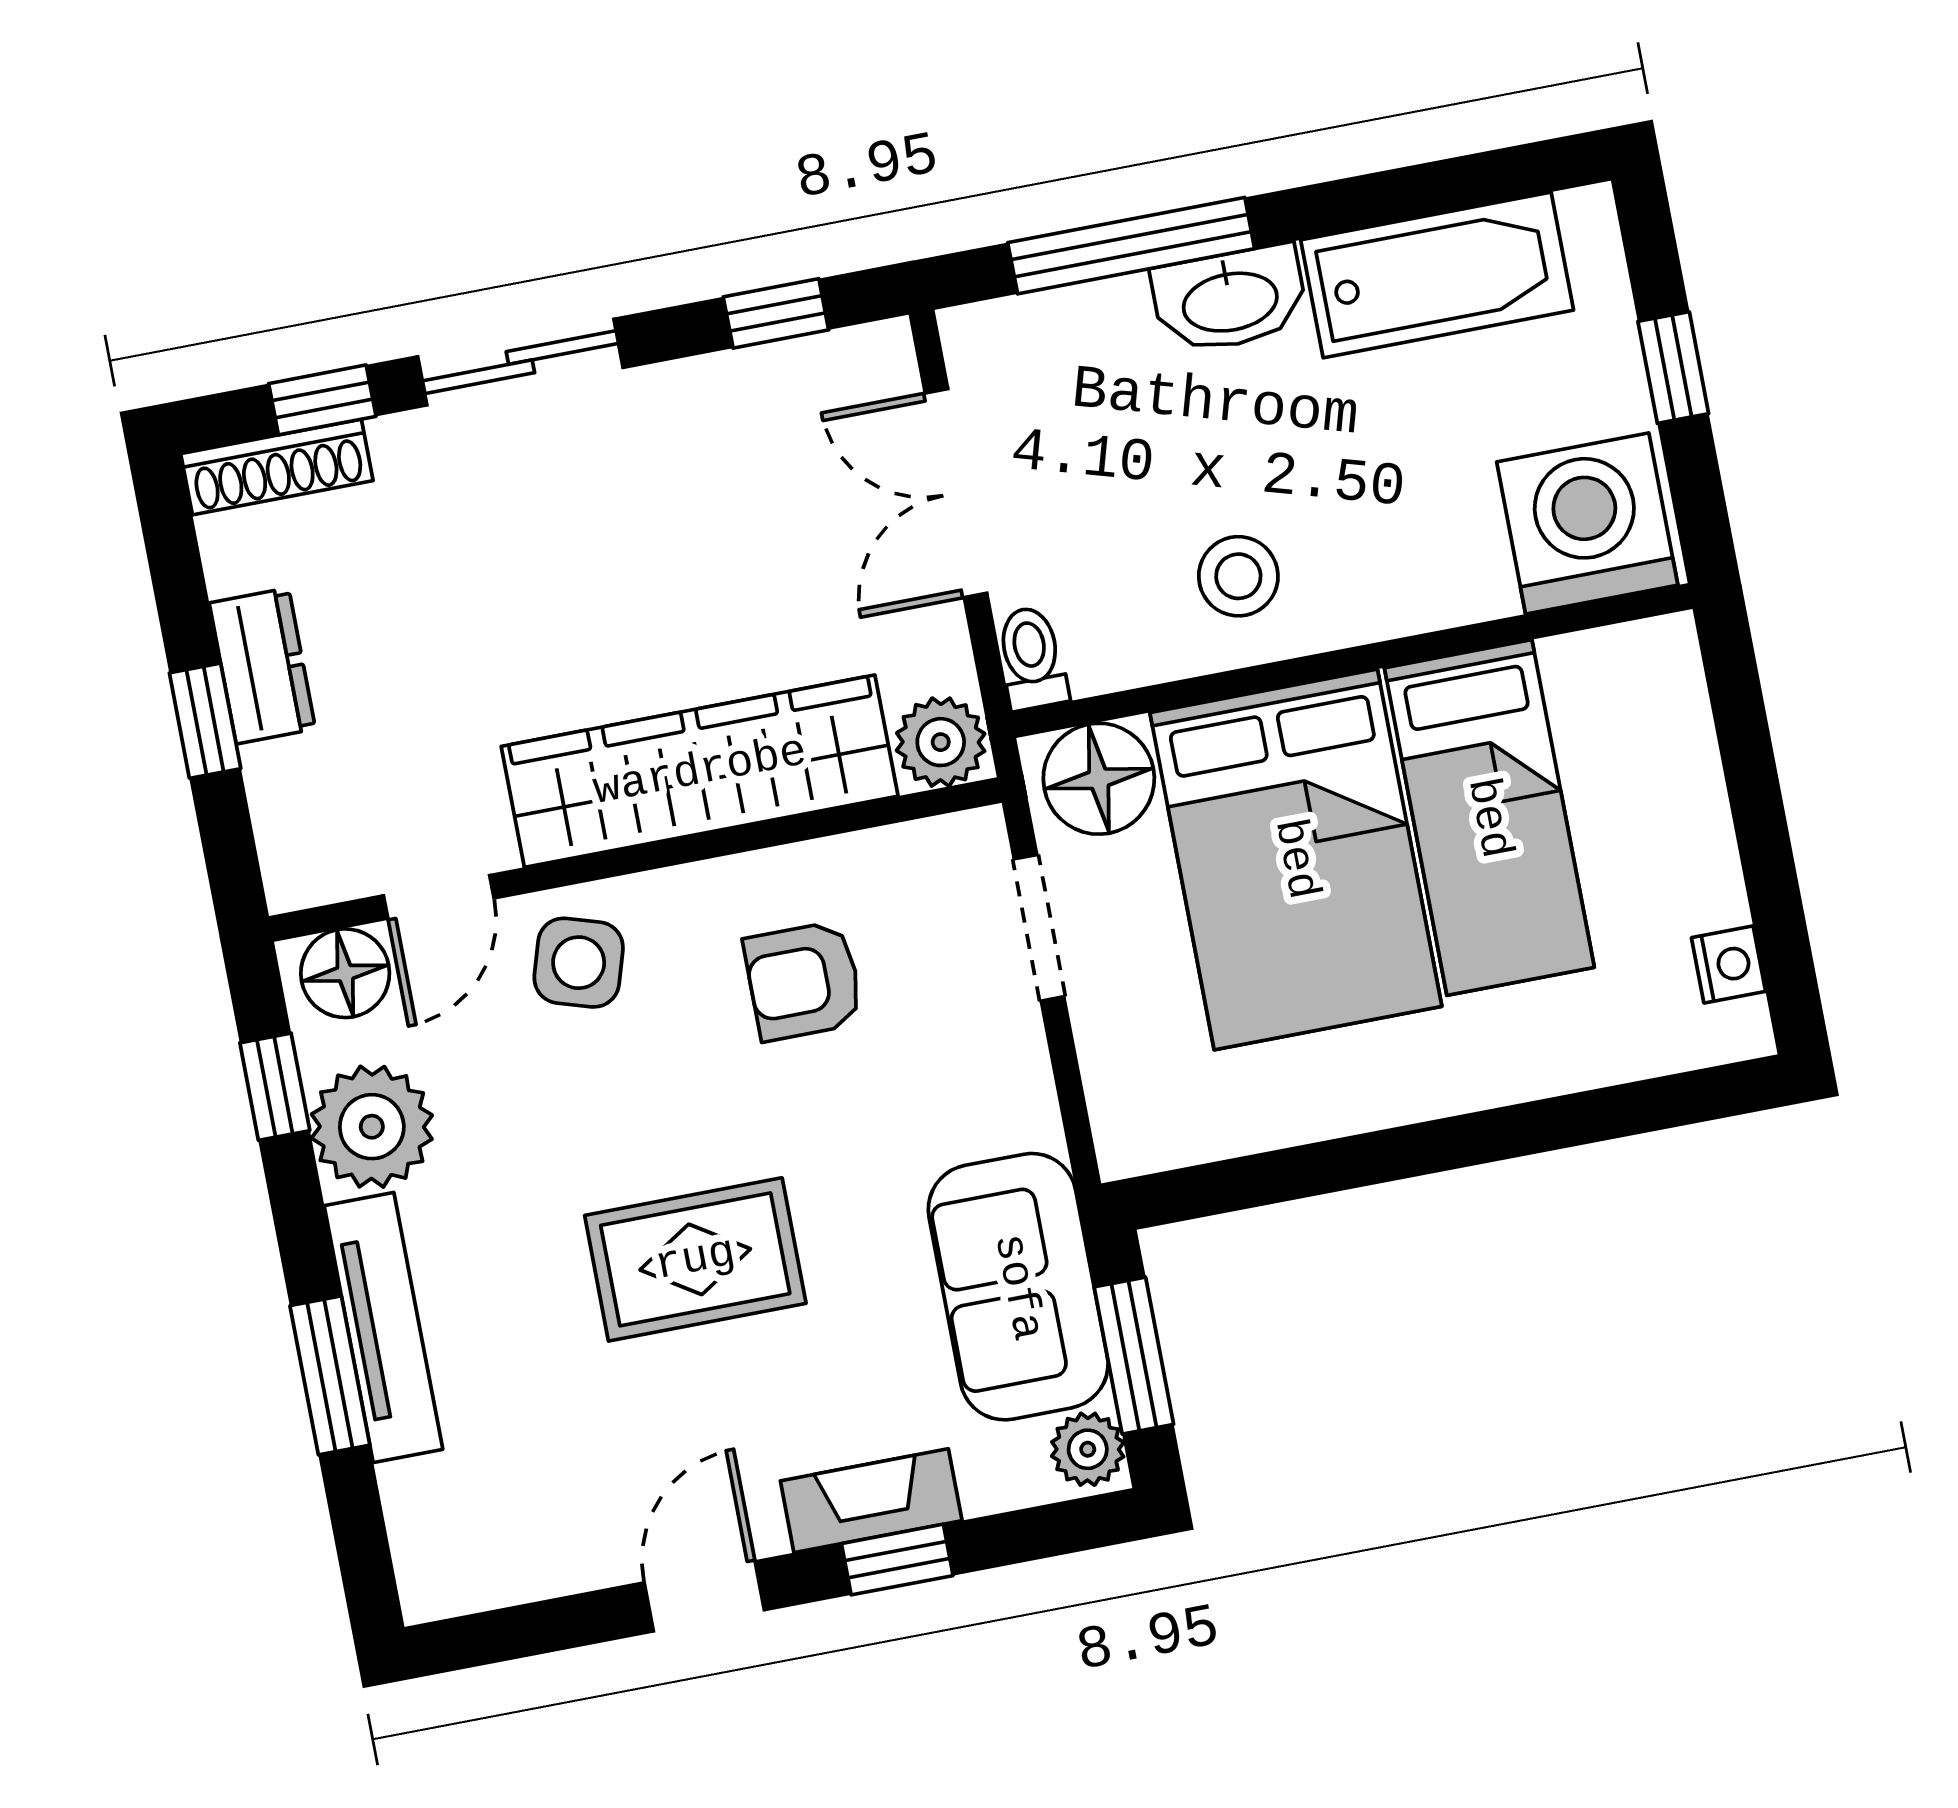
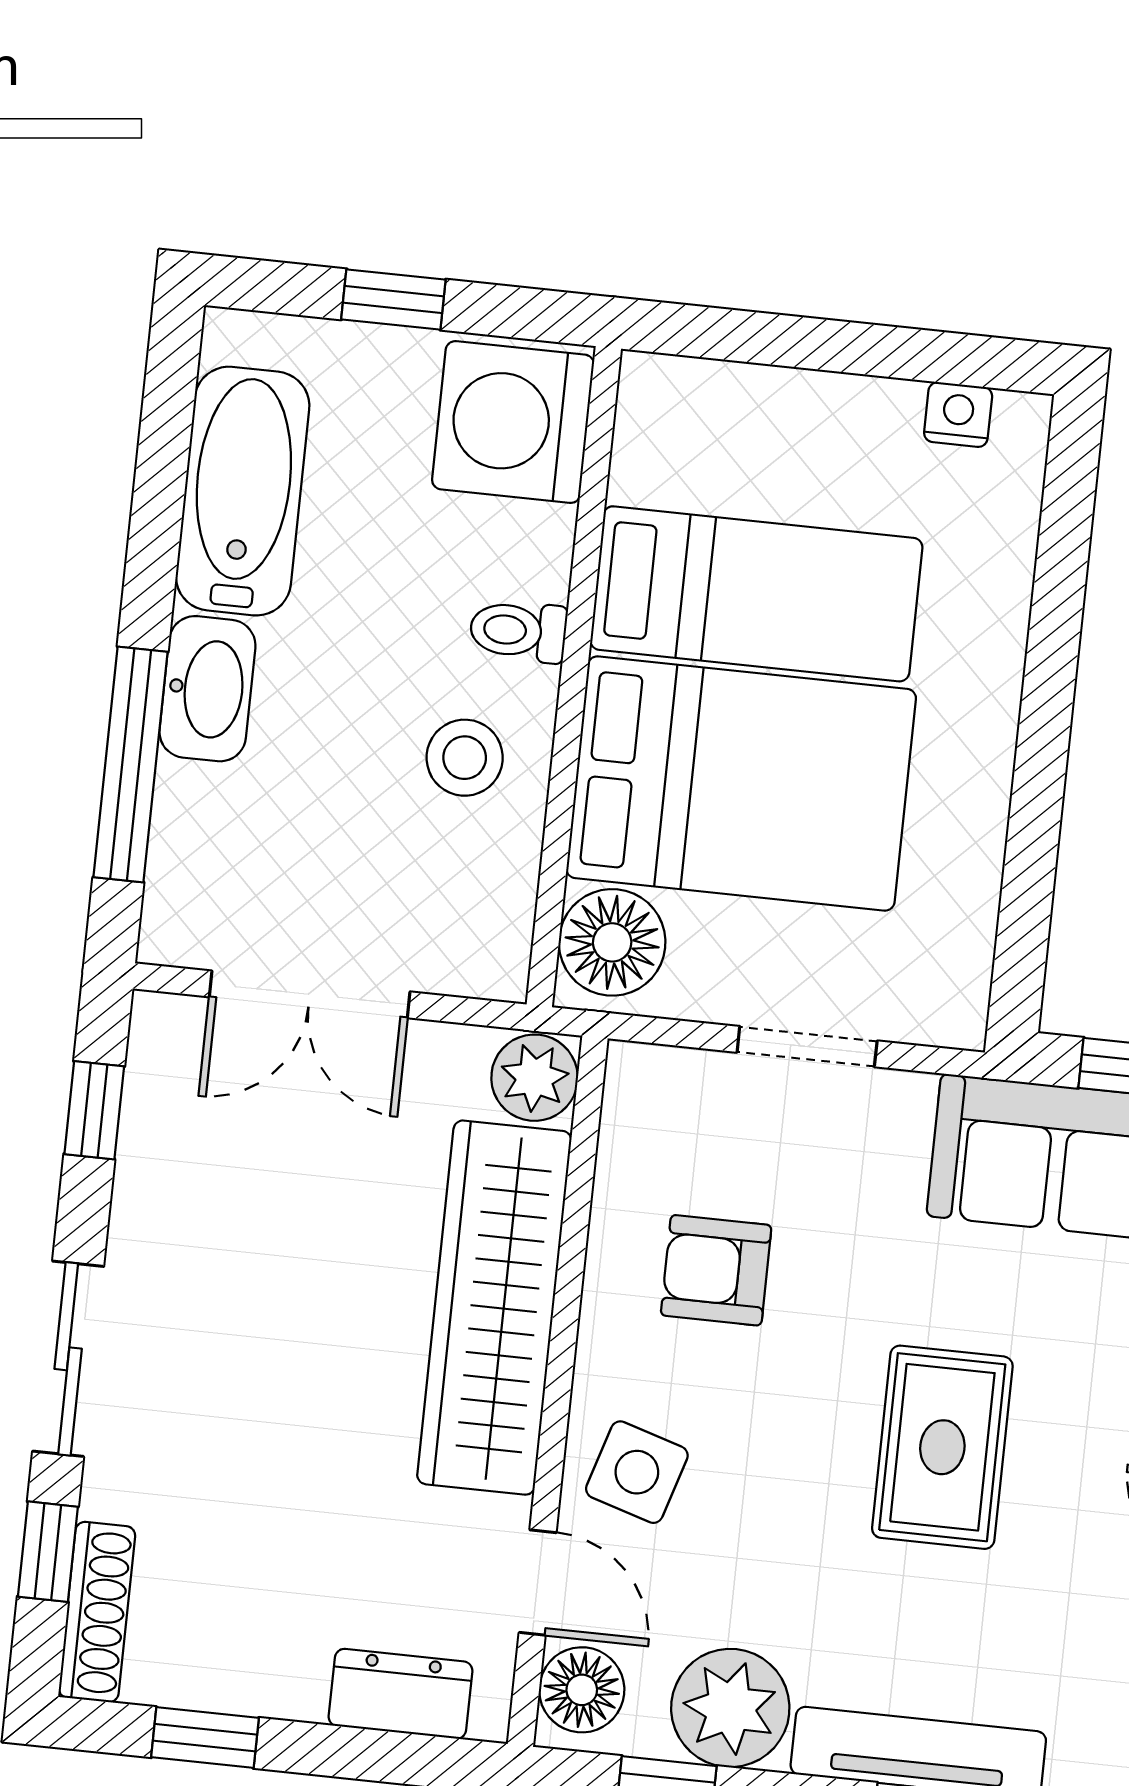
toilet: (1032, 658) -> (518, 631), moved
dresser: (262, 666) -> (401, 1694), moved
window: (205, 721) -> (205, 1738), moved
doorway: (1039, 928) -> (807, 1047), moved
armchair: (804, 981) -> (716, 1270), turned 90

